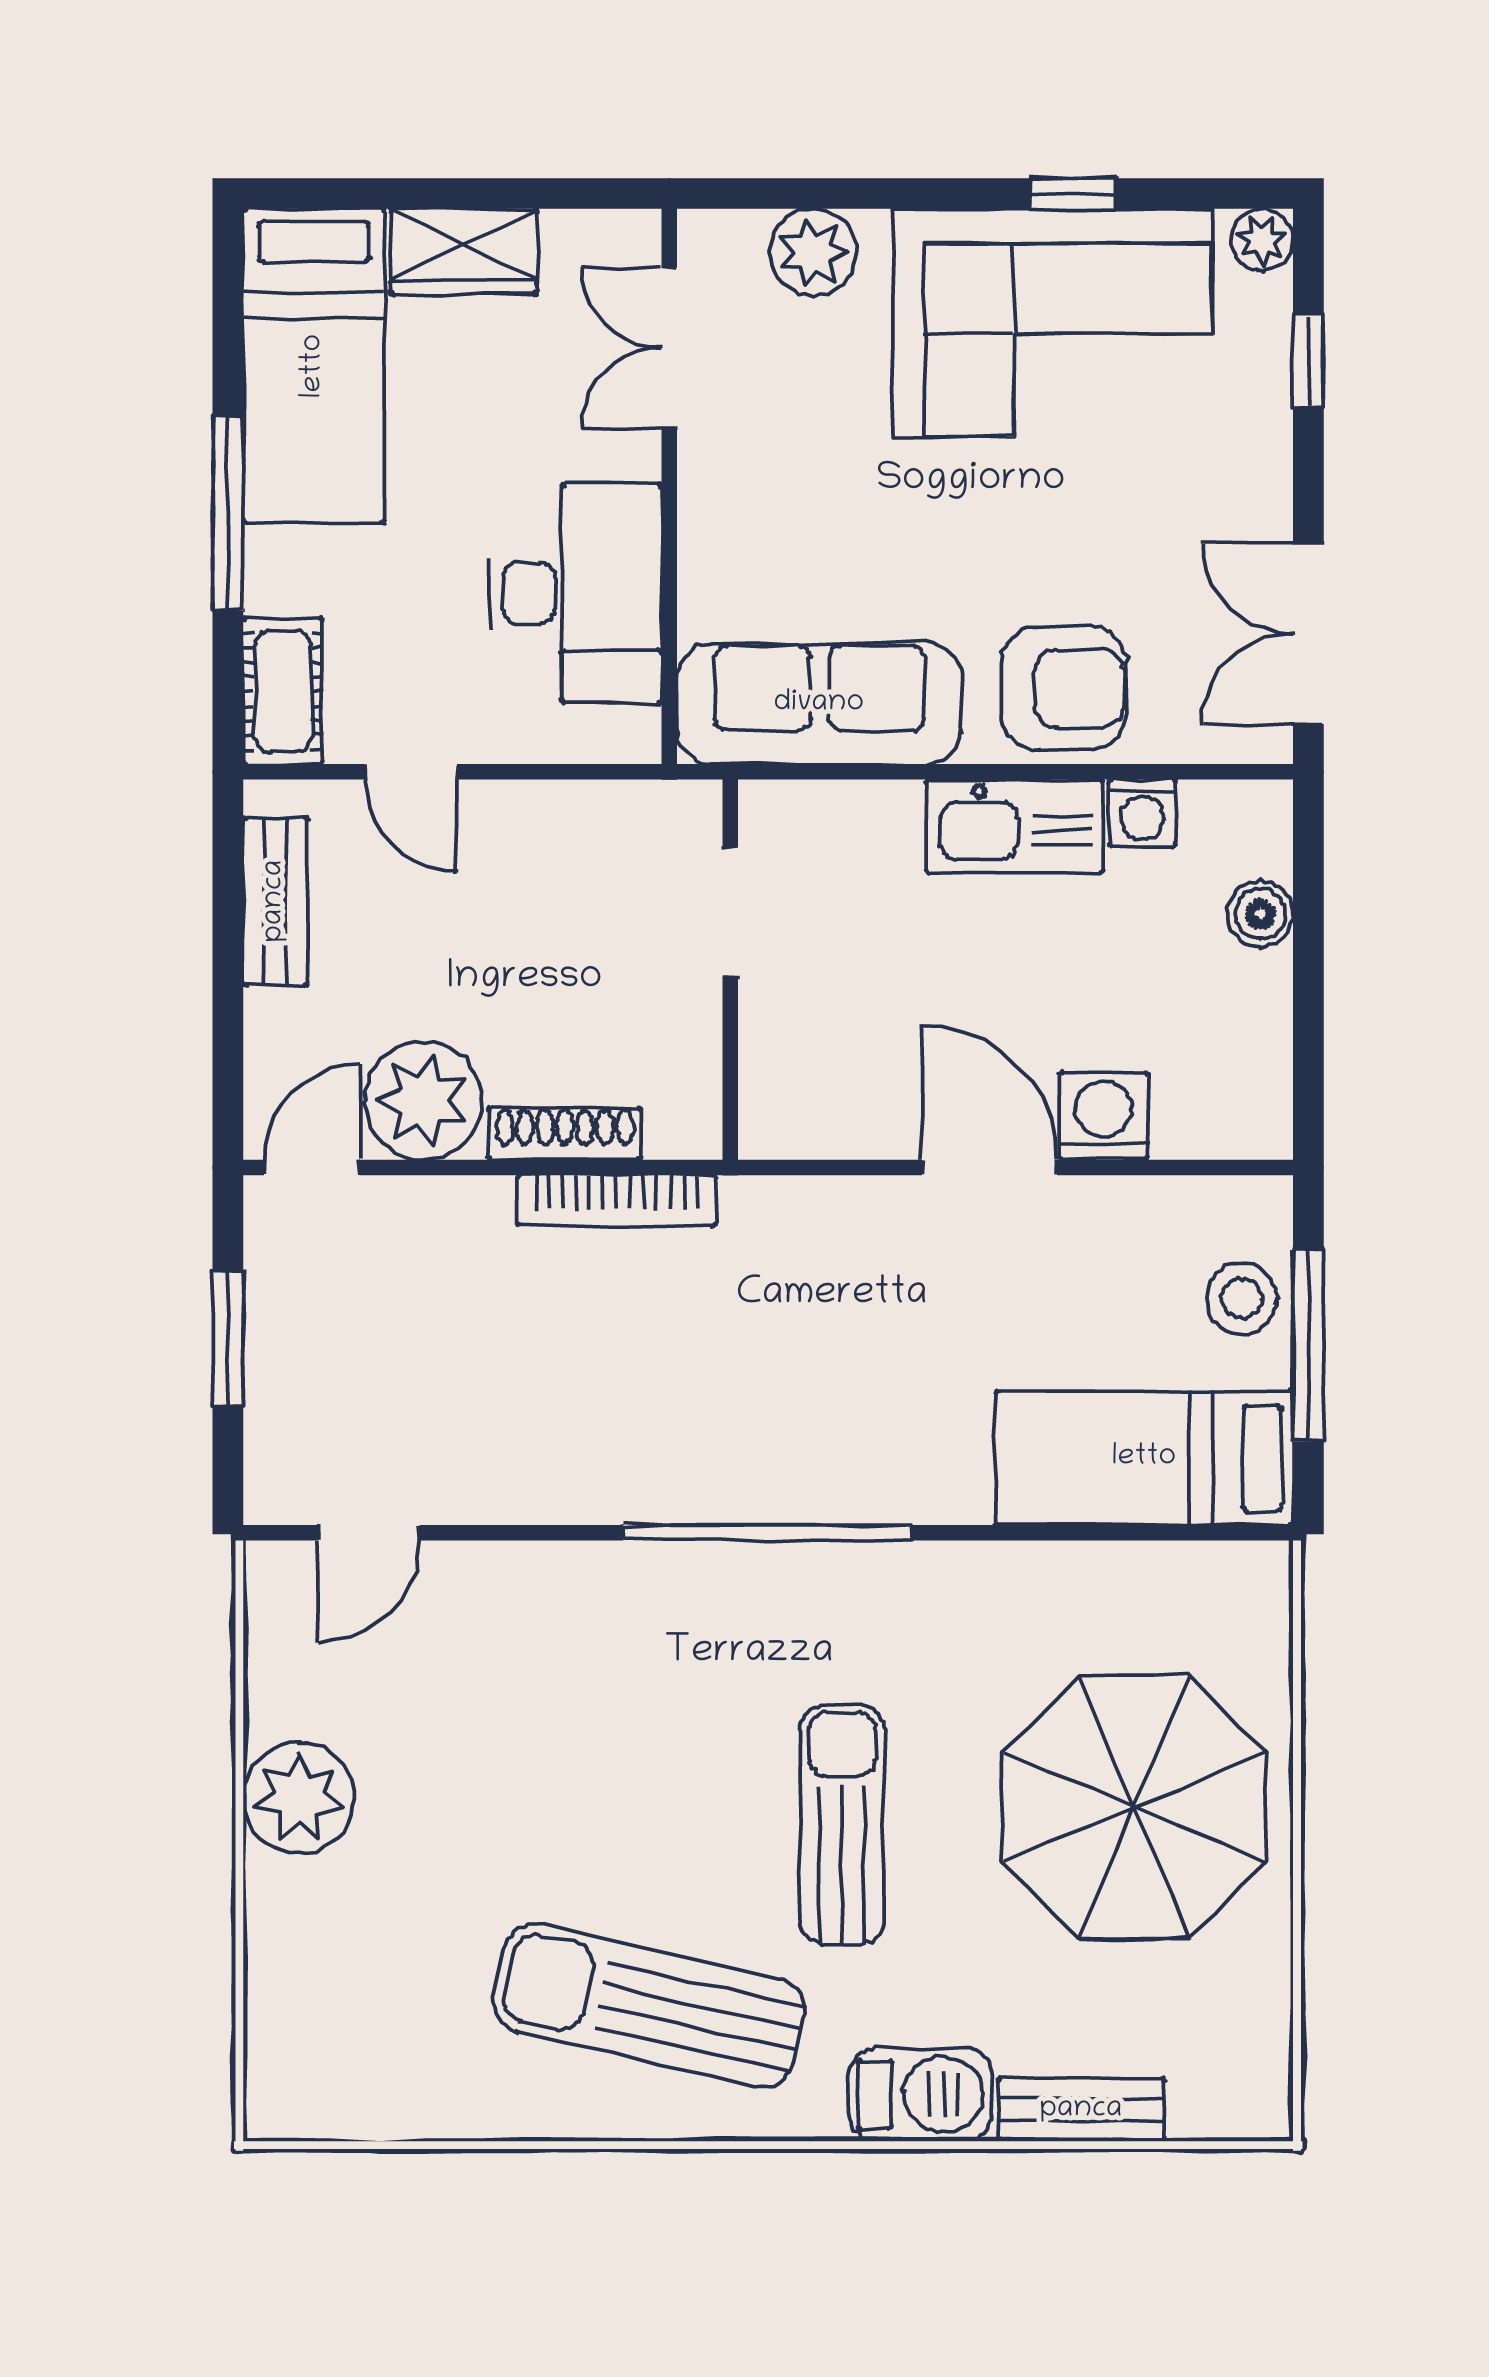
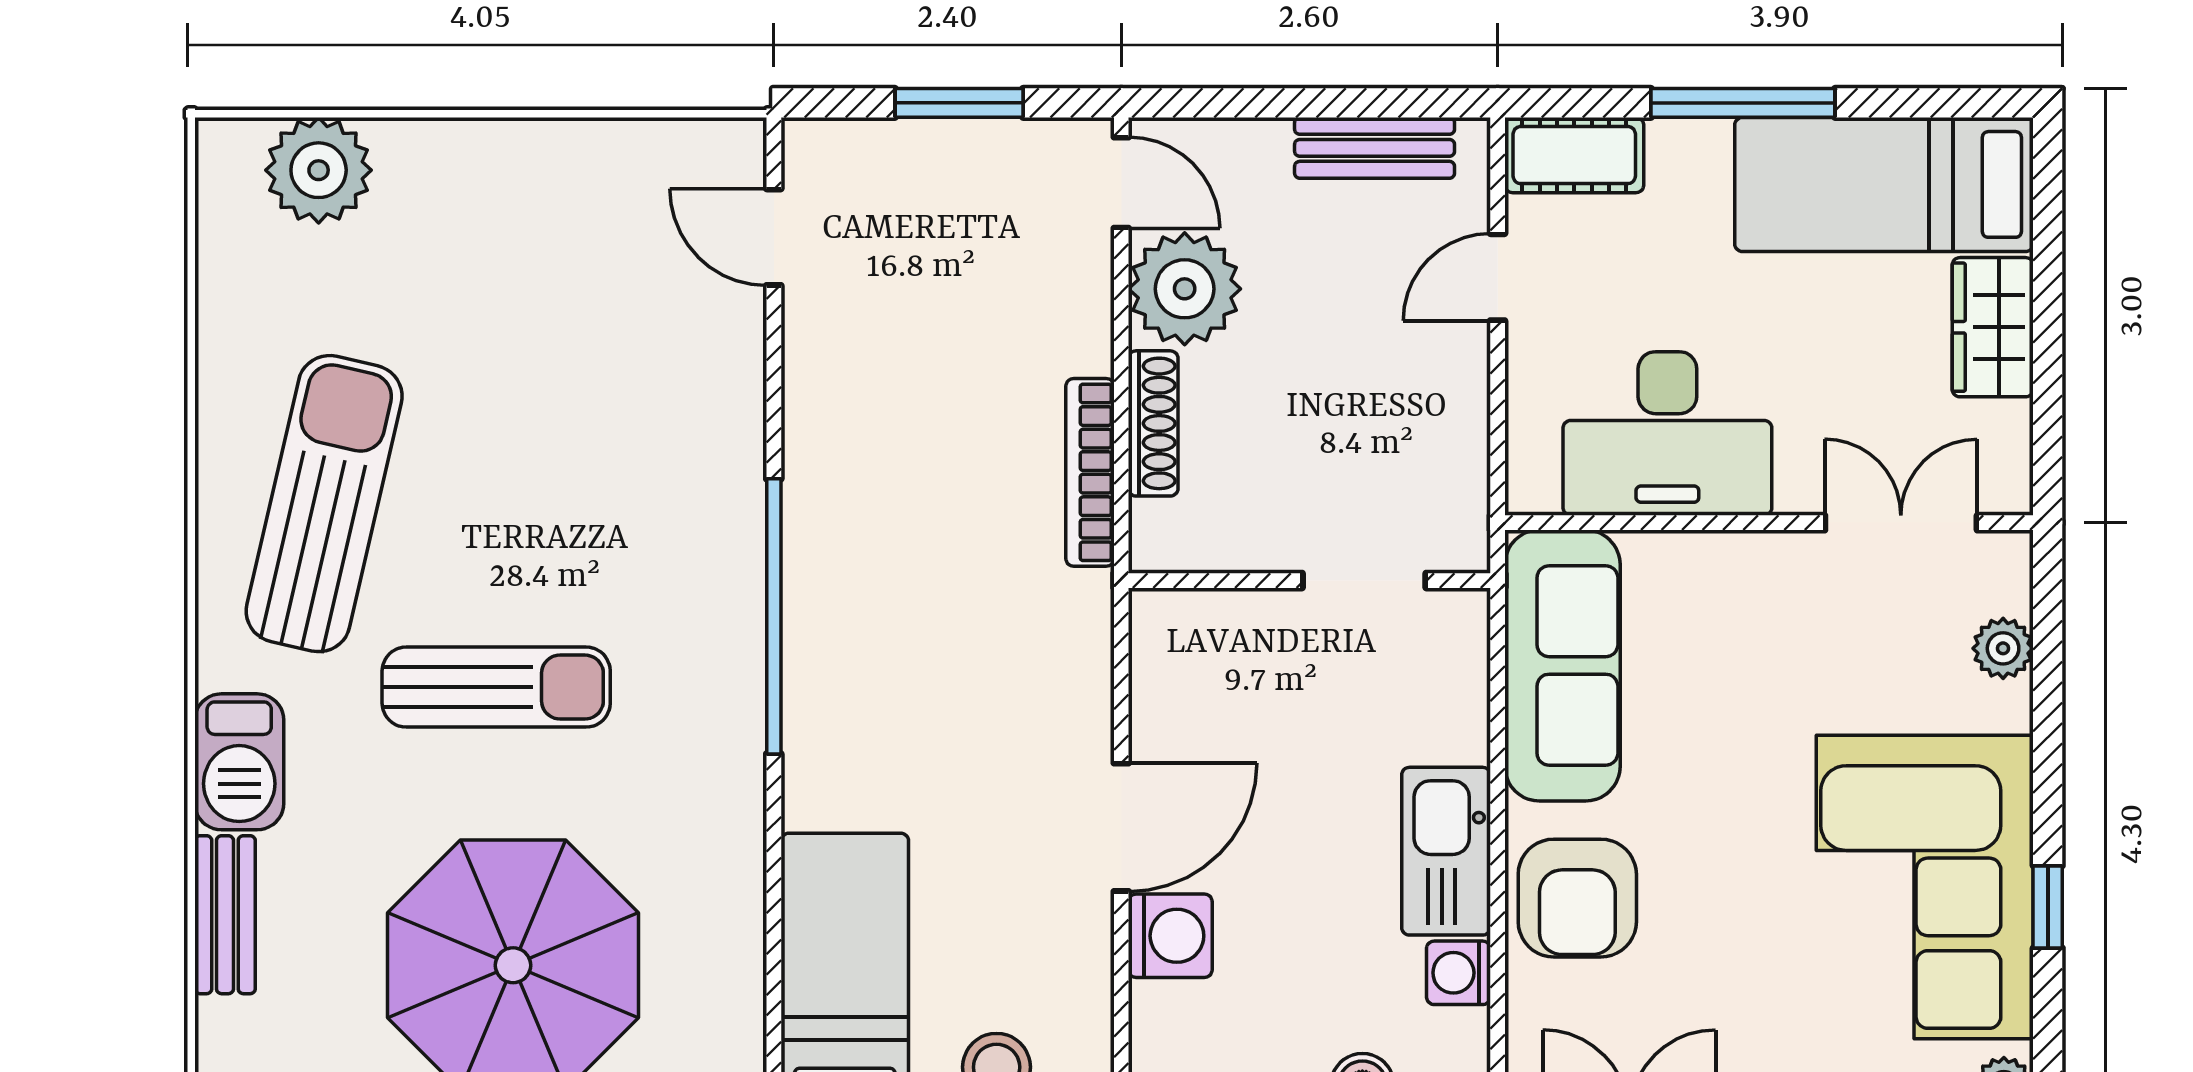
plant: (813, 252) -> (2003, 648), width x0.73, depth x0.73
plant: (299, 1798) -> (319, 170), moved

